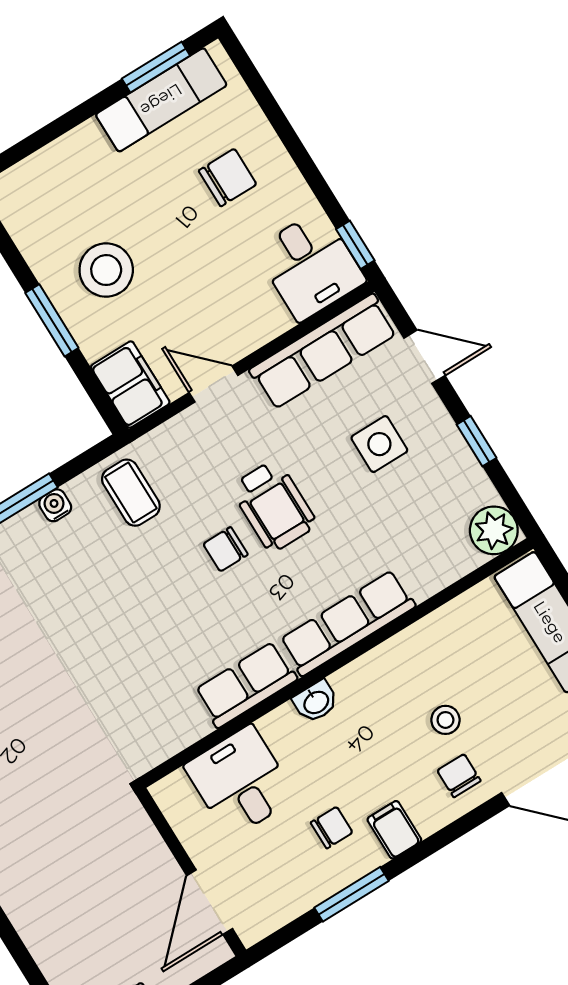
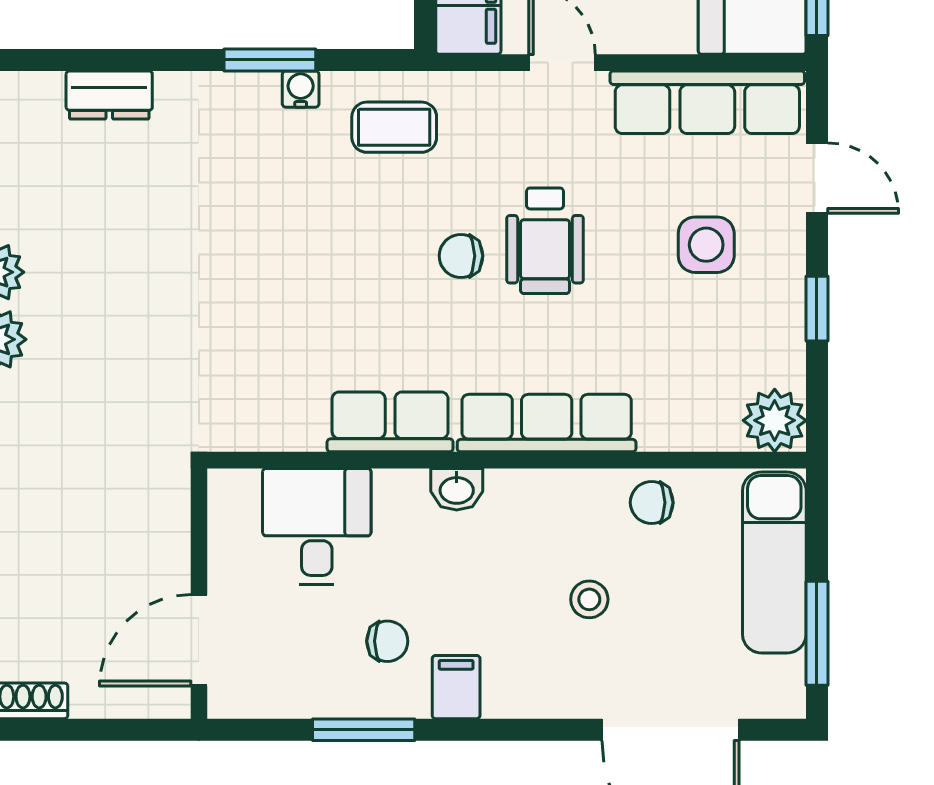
coffee table: (131, 493) -> (394, 127), turned 90
chair: (459, 776) -> (652, 503), moved, turned -90

